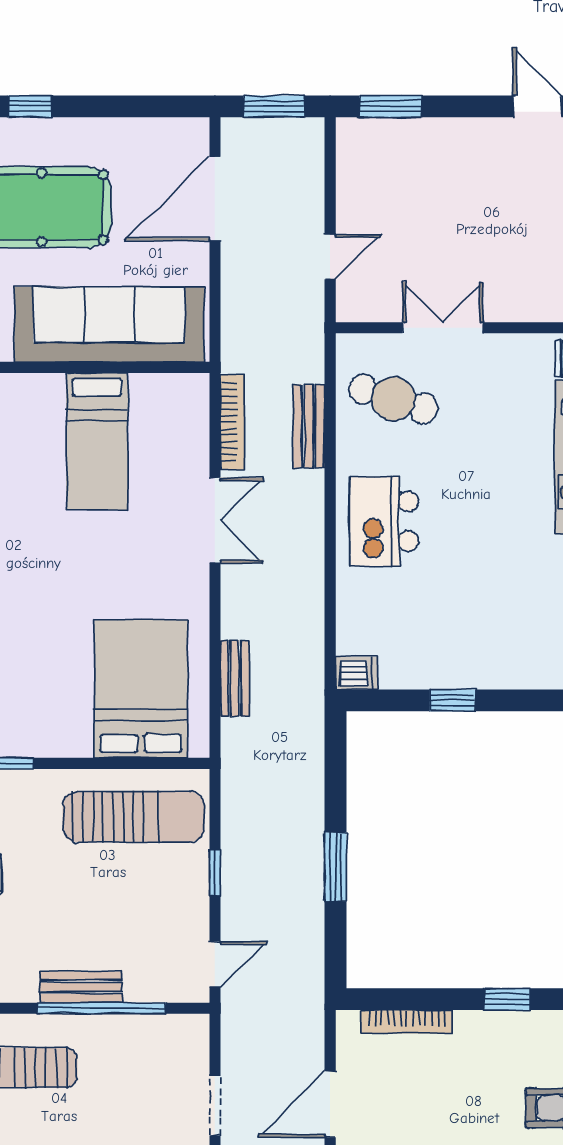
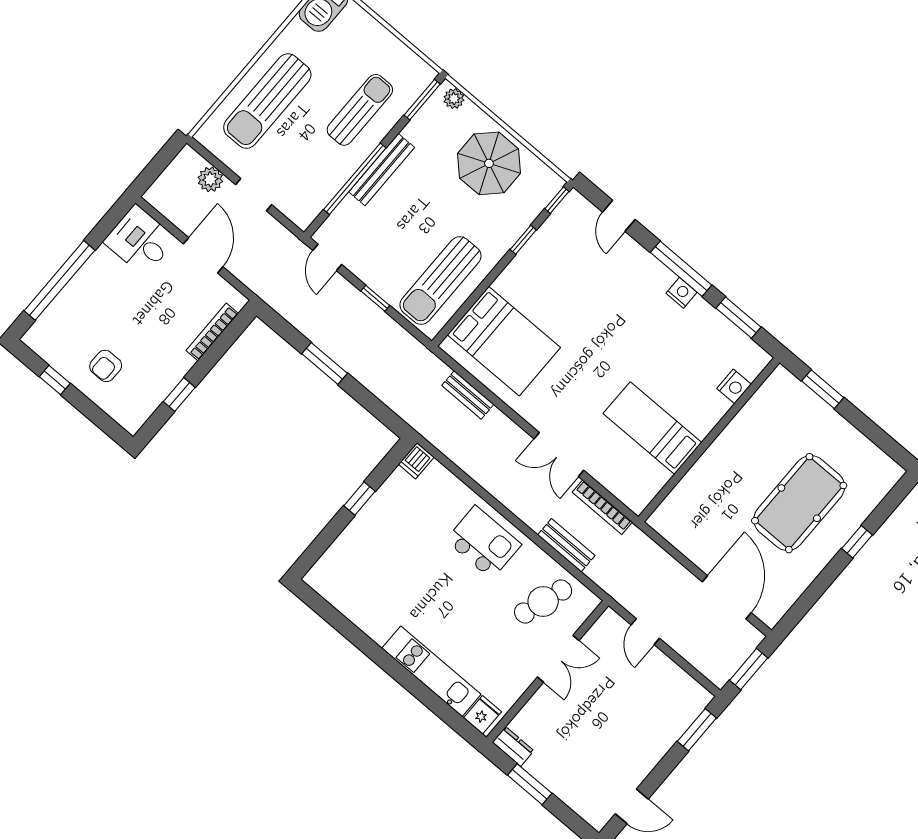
sofa: (109, 324) -> (708, 486), removed
bench: (81, 987) -> (382, 170), width x1.36

